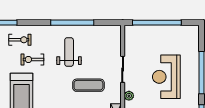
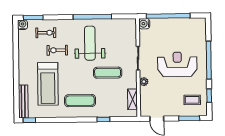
water cooler: (130, 31) -> (144, 24), added
weight bench: (69, 52) -> (90, 43), width x1.36, depth x1.33
reception desk: (166, 77) -> (177, 64), turned 90

